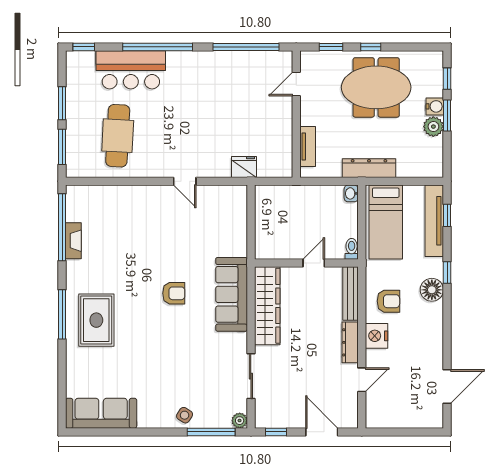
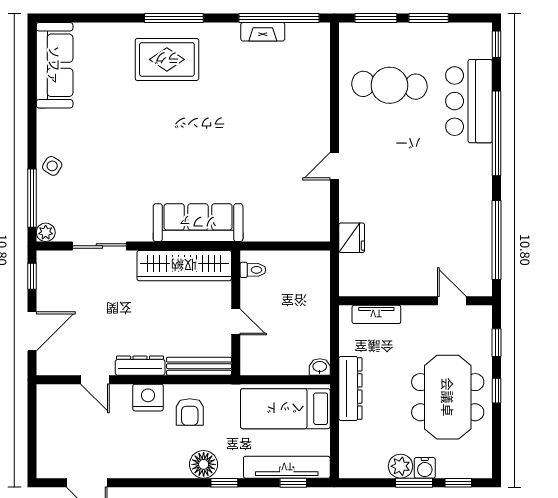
toilet: (352, 249) -> (253, 270), moved
armchair: (174, 293) -> (199, 153), removed

